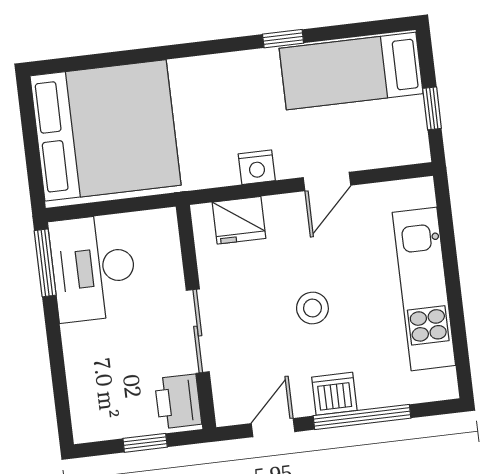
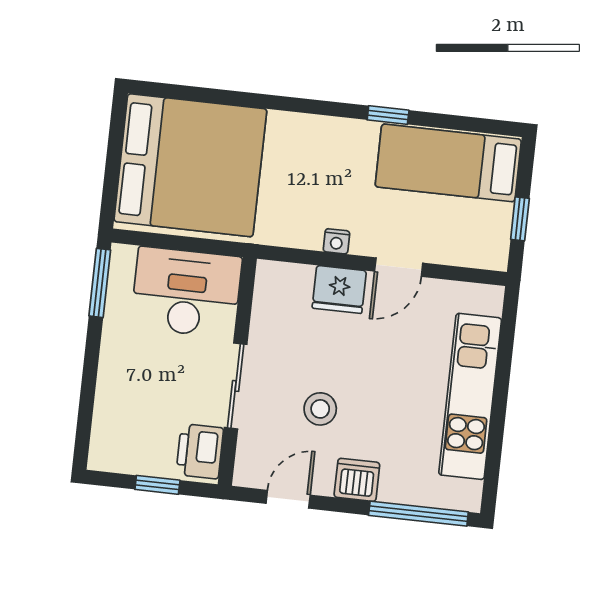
nightstand: (257, 167) -> (336, 241), width x0.72, depth x0.74
fridge: (239, 220) -> (339, 289), moved
desk: (93, 268) -> (186, 292), moved, turned 90
stool: (312, 308) -> (320, 409), moved
window: (362, 417) -> (418, 514), moved

